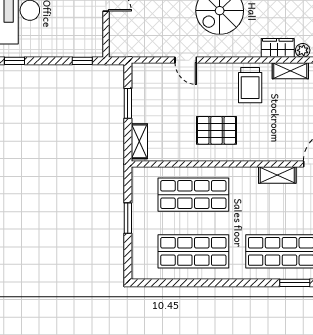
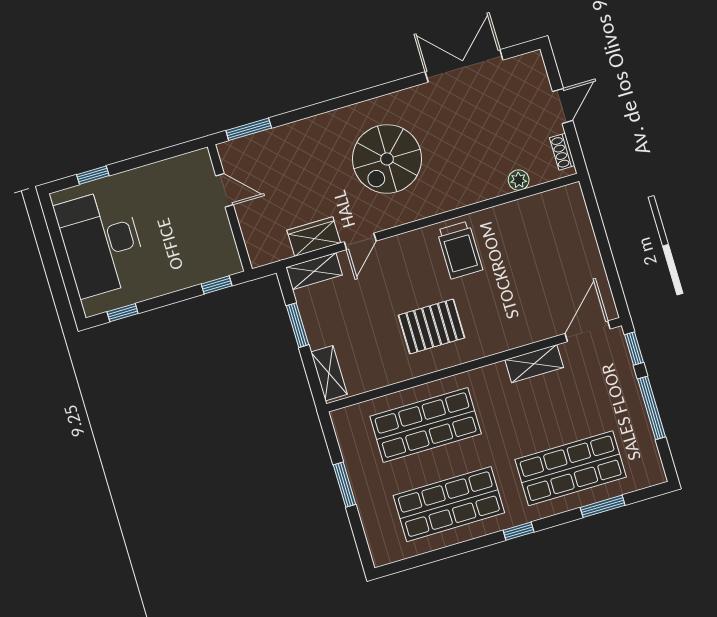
wardrobe: (278, 48) -> (314, 237), moved
door: (186, 60) -> (360, 241), hinge flipped
shelving: (290, 71) -> (314, 271), moved
window: (234, 283) -> (519, 531), added

